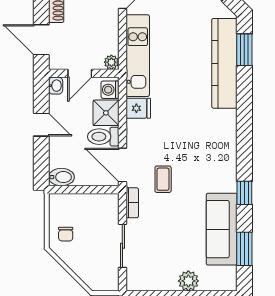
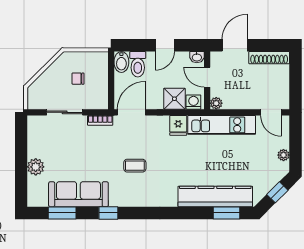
toilet: (103, 137) -> (138, 64), moved, turned 180
coffee table: (163, 179) -> (135, 166), moved
chair: (66, 234) -> (78, 79), moved

